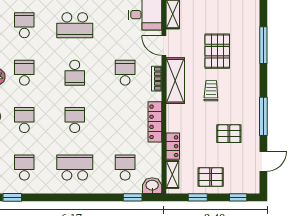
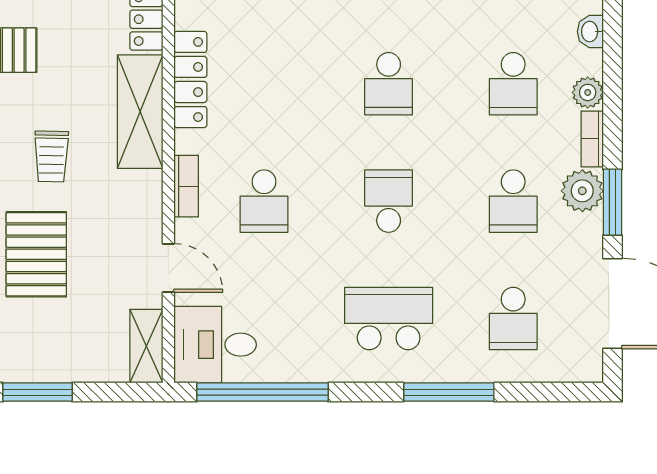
shelving: (175, 81) -> (140, 112), moved

